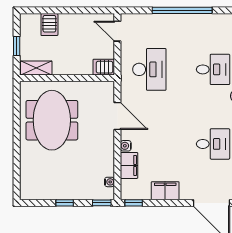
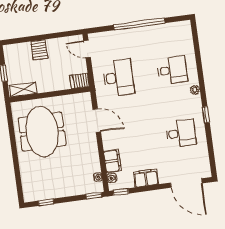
server rack: (49, 25) -> (39, 50), moved
water cooler: (126, 146) -> (112, 178), moved
window: (65, 203) -> (46, 202), moved

